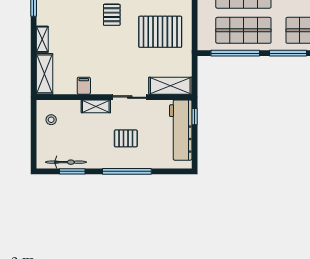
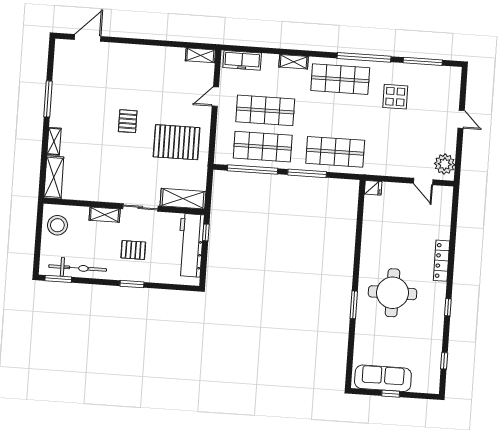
filing cabinet: (84, 86) -> (94, 192), removed
stool: (51, 120) -> (57, 225), width x1.89, depth x1.89
bicycle: (66, 162) -> (78, 268), width x1.37, depth x1.40
window: (72, 171) -> (58, 279), moved
window: (127, 171) -> (132, 284), width x0.47

